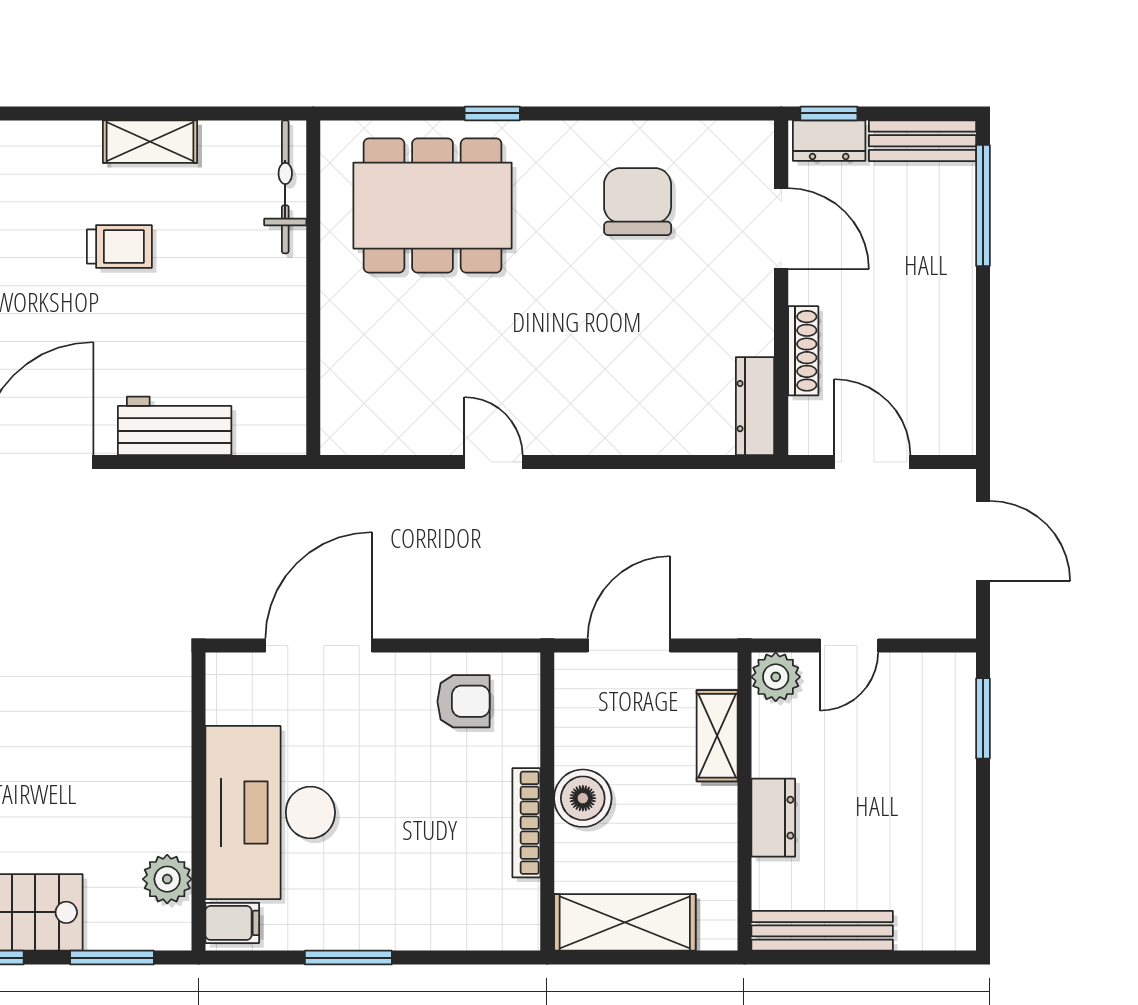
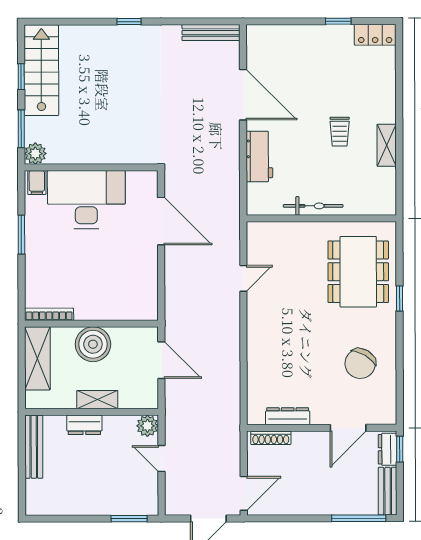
bicycle: (285, 187) -> (313, 206), moved
chair: (638, 202) -> (360, 364), turned 121
shoe rack: (803, 351) -> (271, 438), moved
dresser: (755, 406) -> (288, 416), moved
door: (494, 462) -> (243, 278), moved
door: (872, 462) -> (244, 493), moved
armchair: (463, 701) -> (136, 286), removed
shelving: (717, 736) -> (97, 400), moved
boiler: (583, 798) -> (93, 344), width x1.37, depth x1.37
bookcase: (526, 823) -> (49, 314), moved
plant: (167, 879) -> (35, 154), moved

